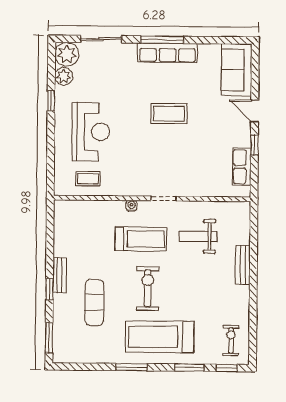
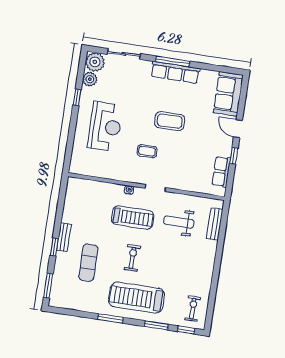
coffee table: (88, 179) -> (147, 151), moved
bench: (243, 265) -> (215, 224), moved
exercise bike: (148, 288) -> (132, 258), width x0.73, depth x0.72

